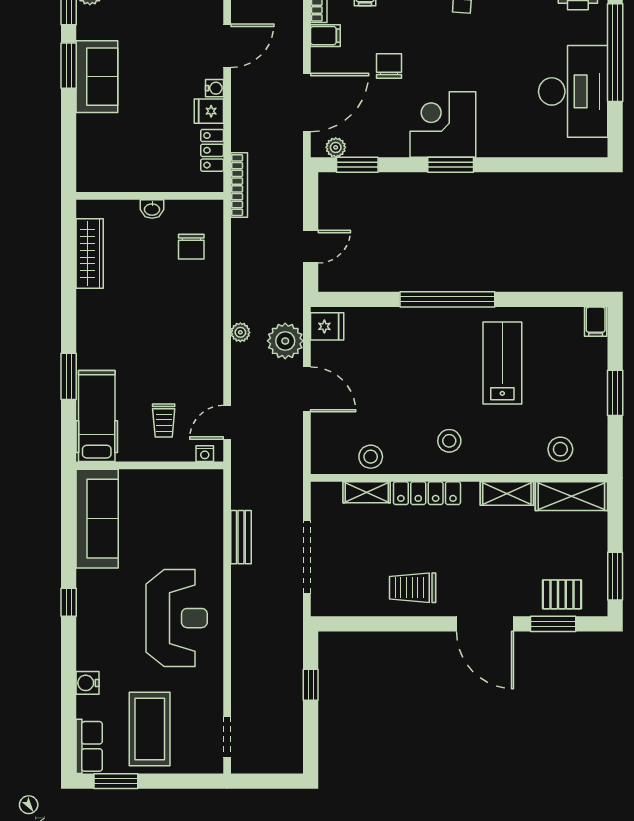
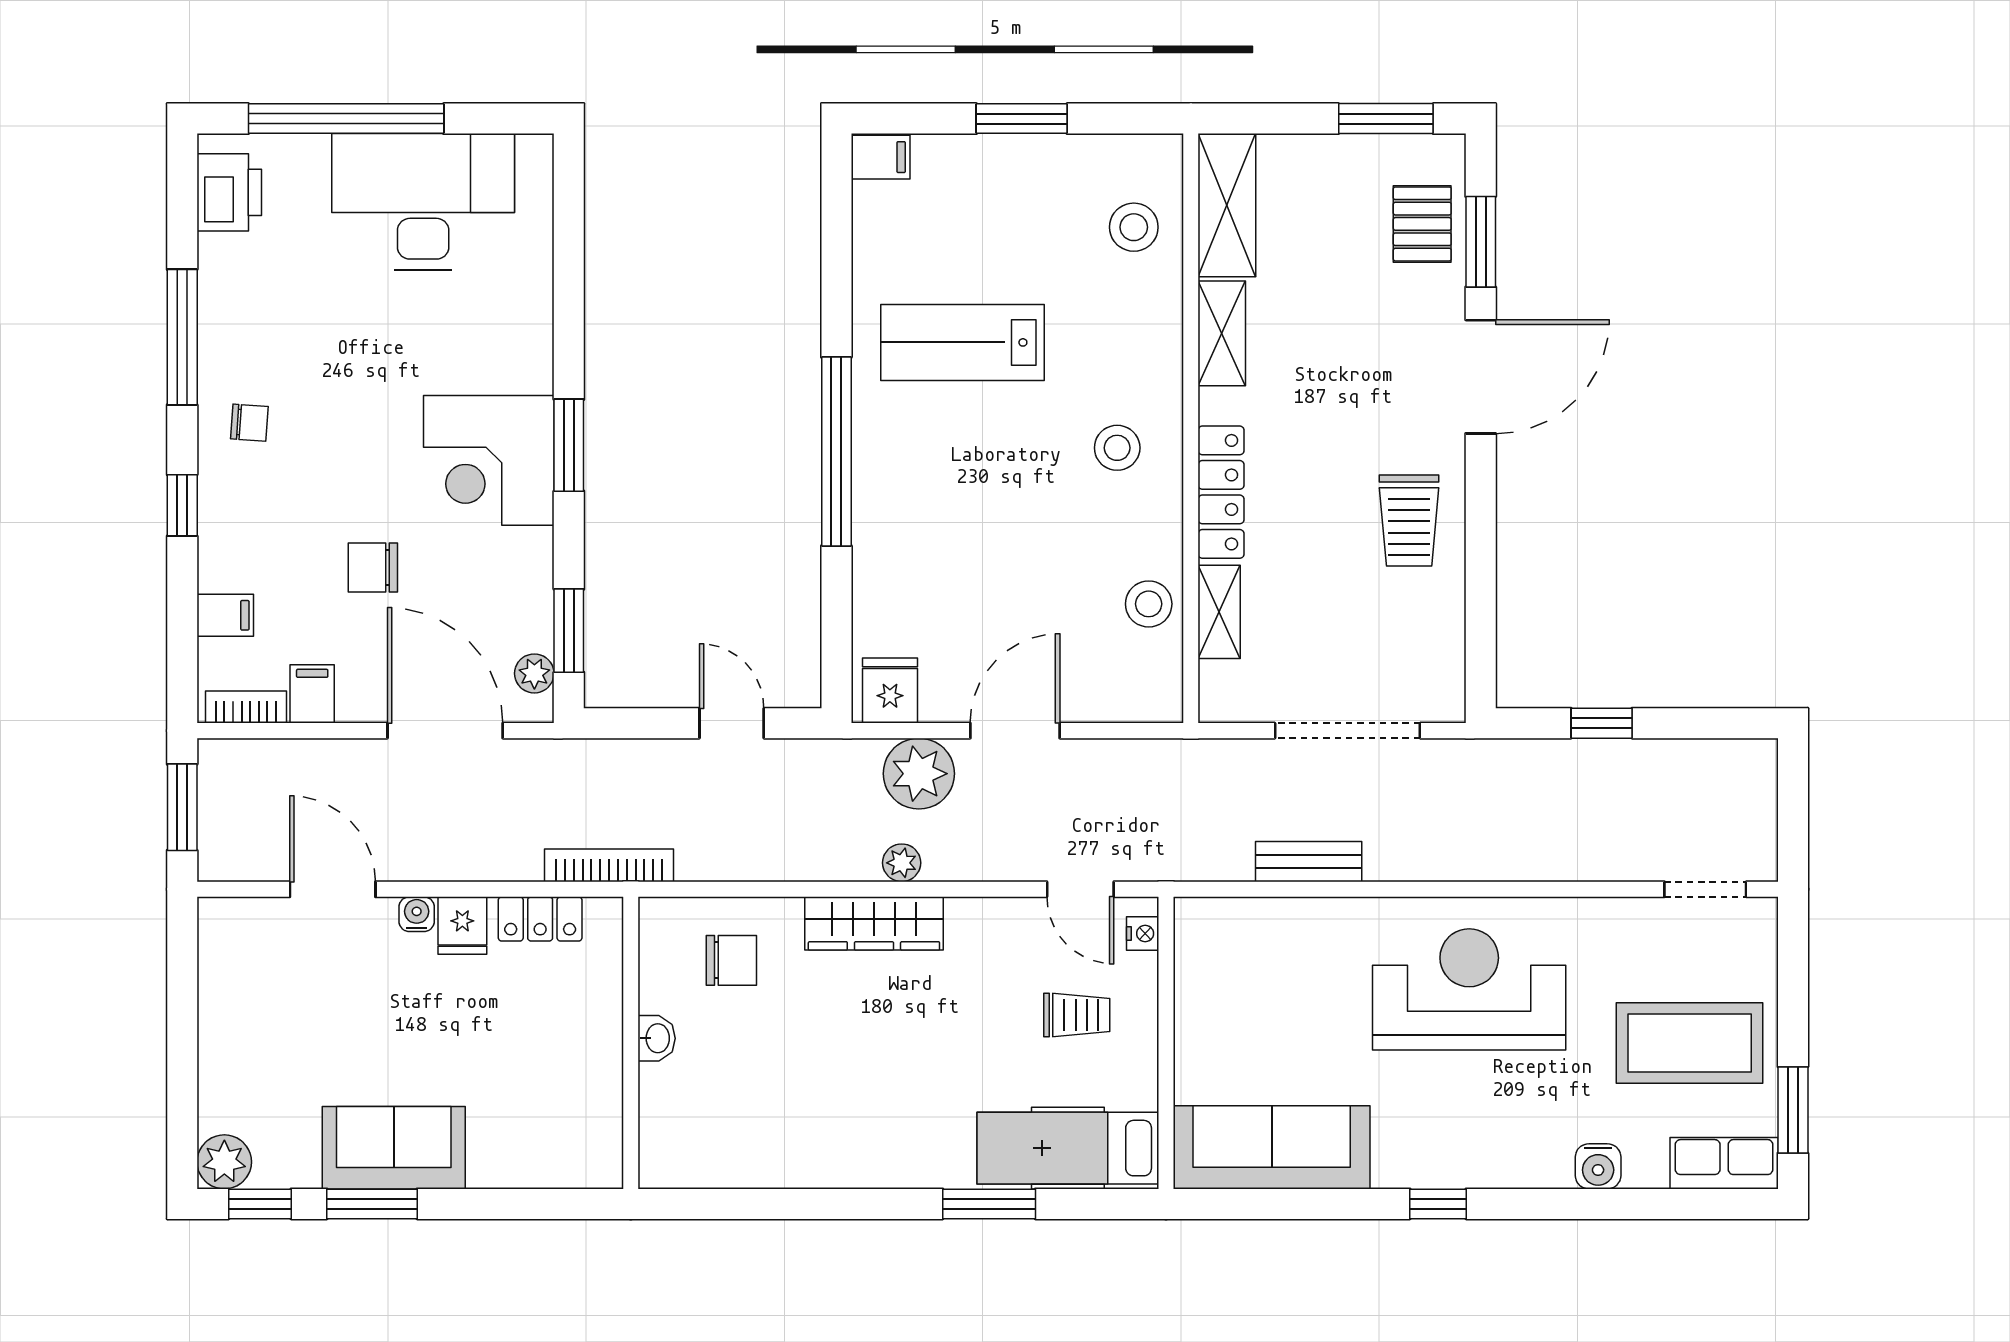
wardrobe: (90, 254) -> (874, 923), moved, turned 180

